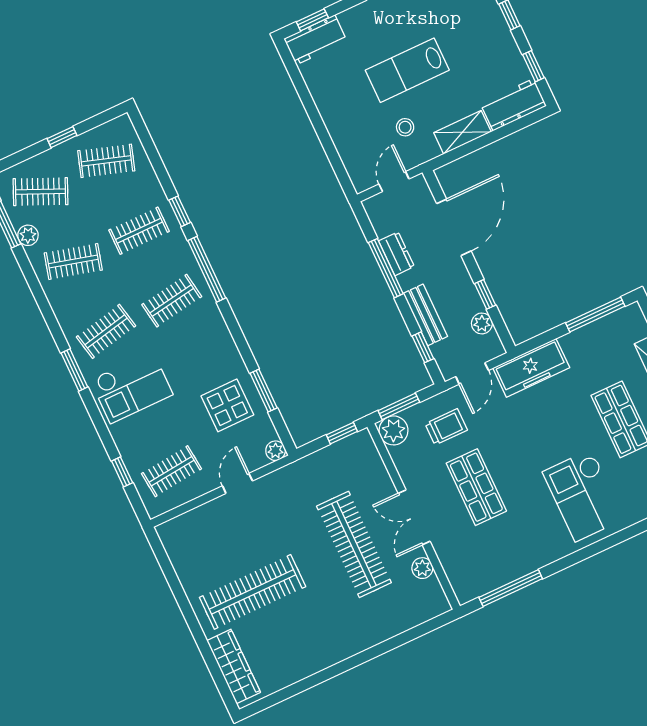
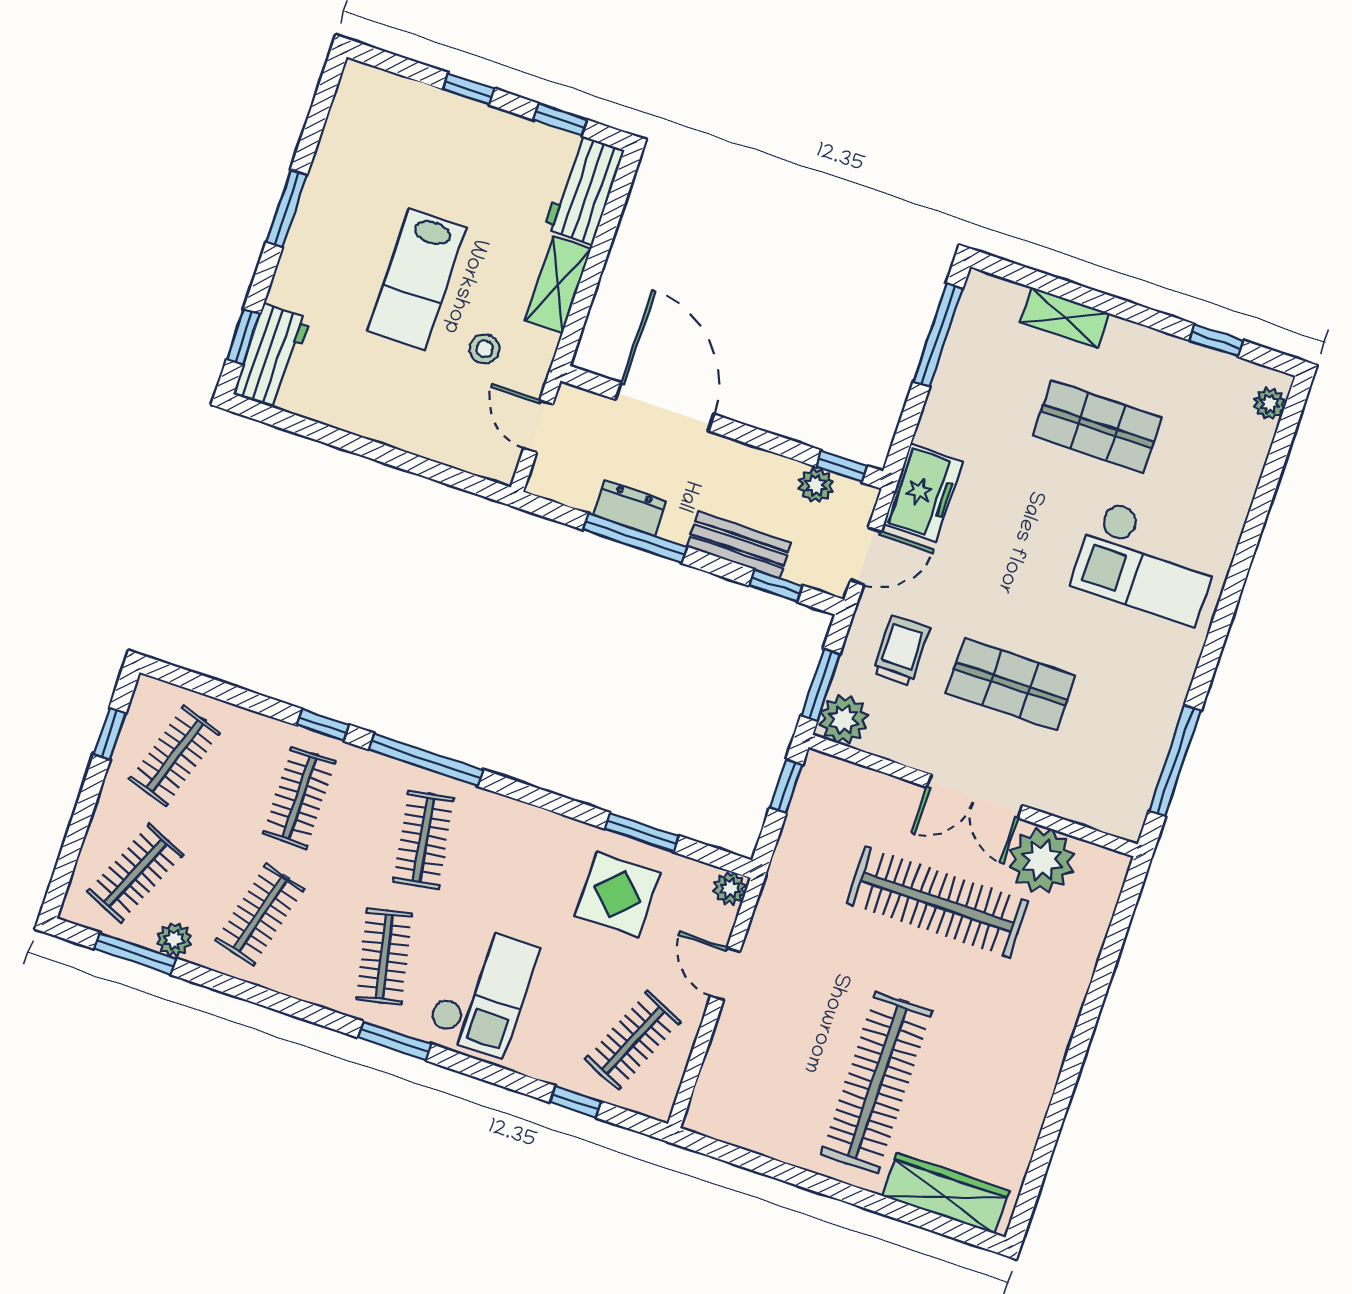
window: (62, 137) -> (110, 734), moved
window: (485, 294) -> (842, 466), moved
freezer: (531, 368) -> (923, 493), width x0.71
door: (472, 373) -> (866, 556), hinge flipped
clothes rail: (171, 471) -> (633, 1040), turned 30
plant: (422, 568) -> (1042, 860), width x1.87, depth x1.87

